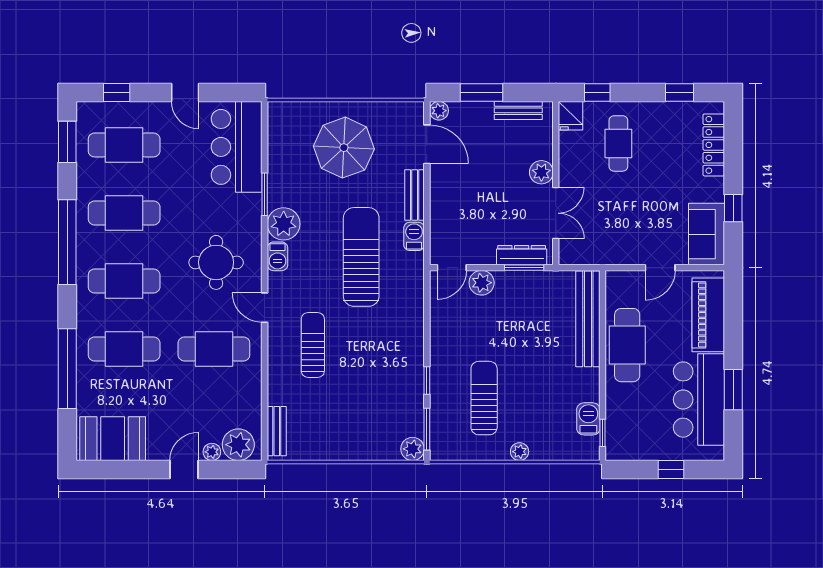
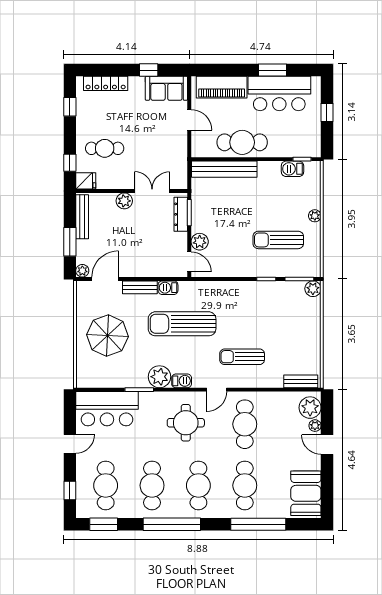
bench: (518, 110) -> (82, 217), width x1.36

